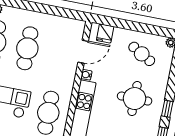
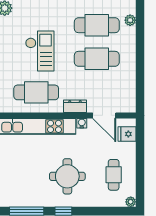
cafe table: (142, 54) -> (114, 175), turned -30
dresser: (69, 78) -> (75, 106), added

